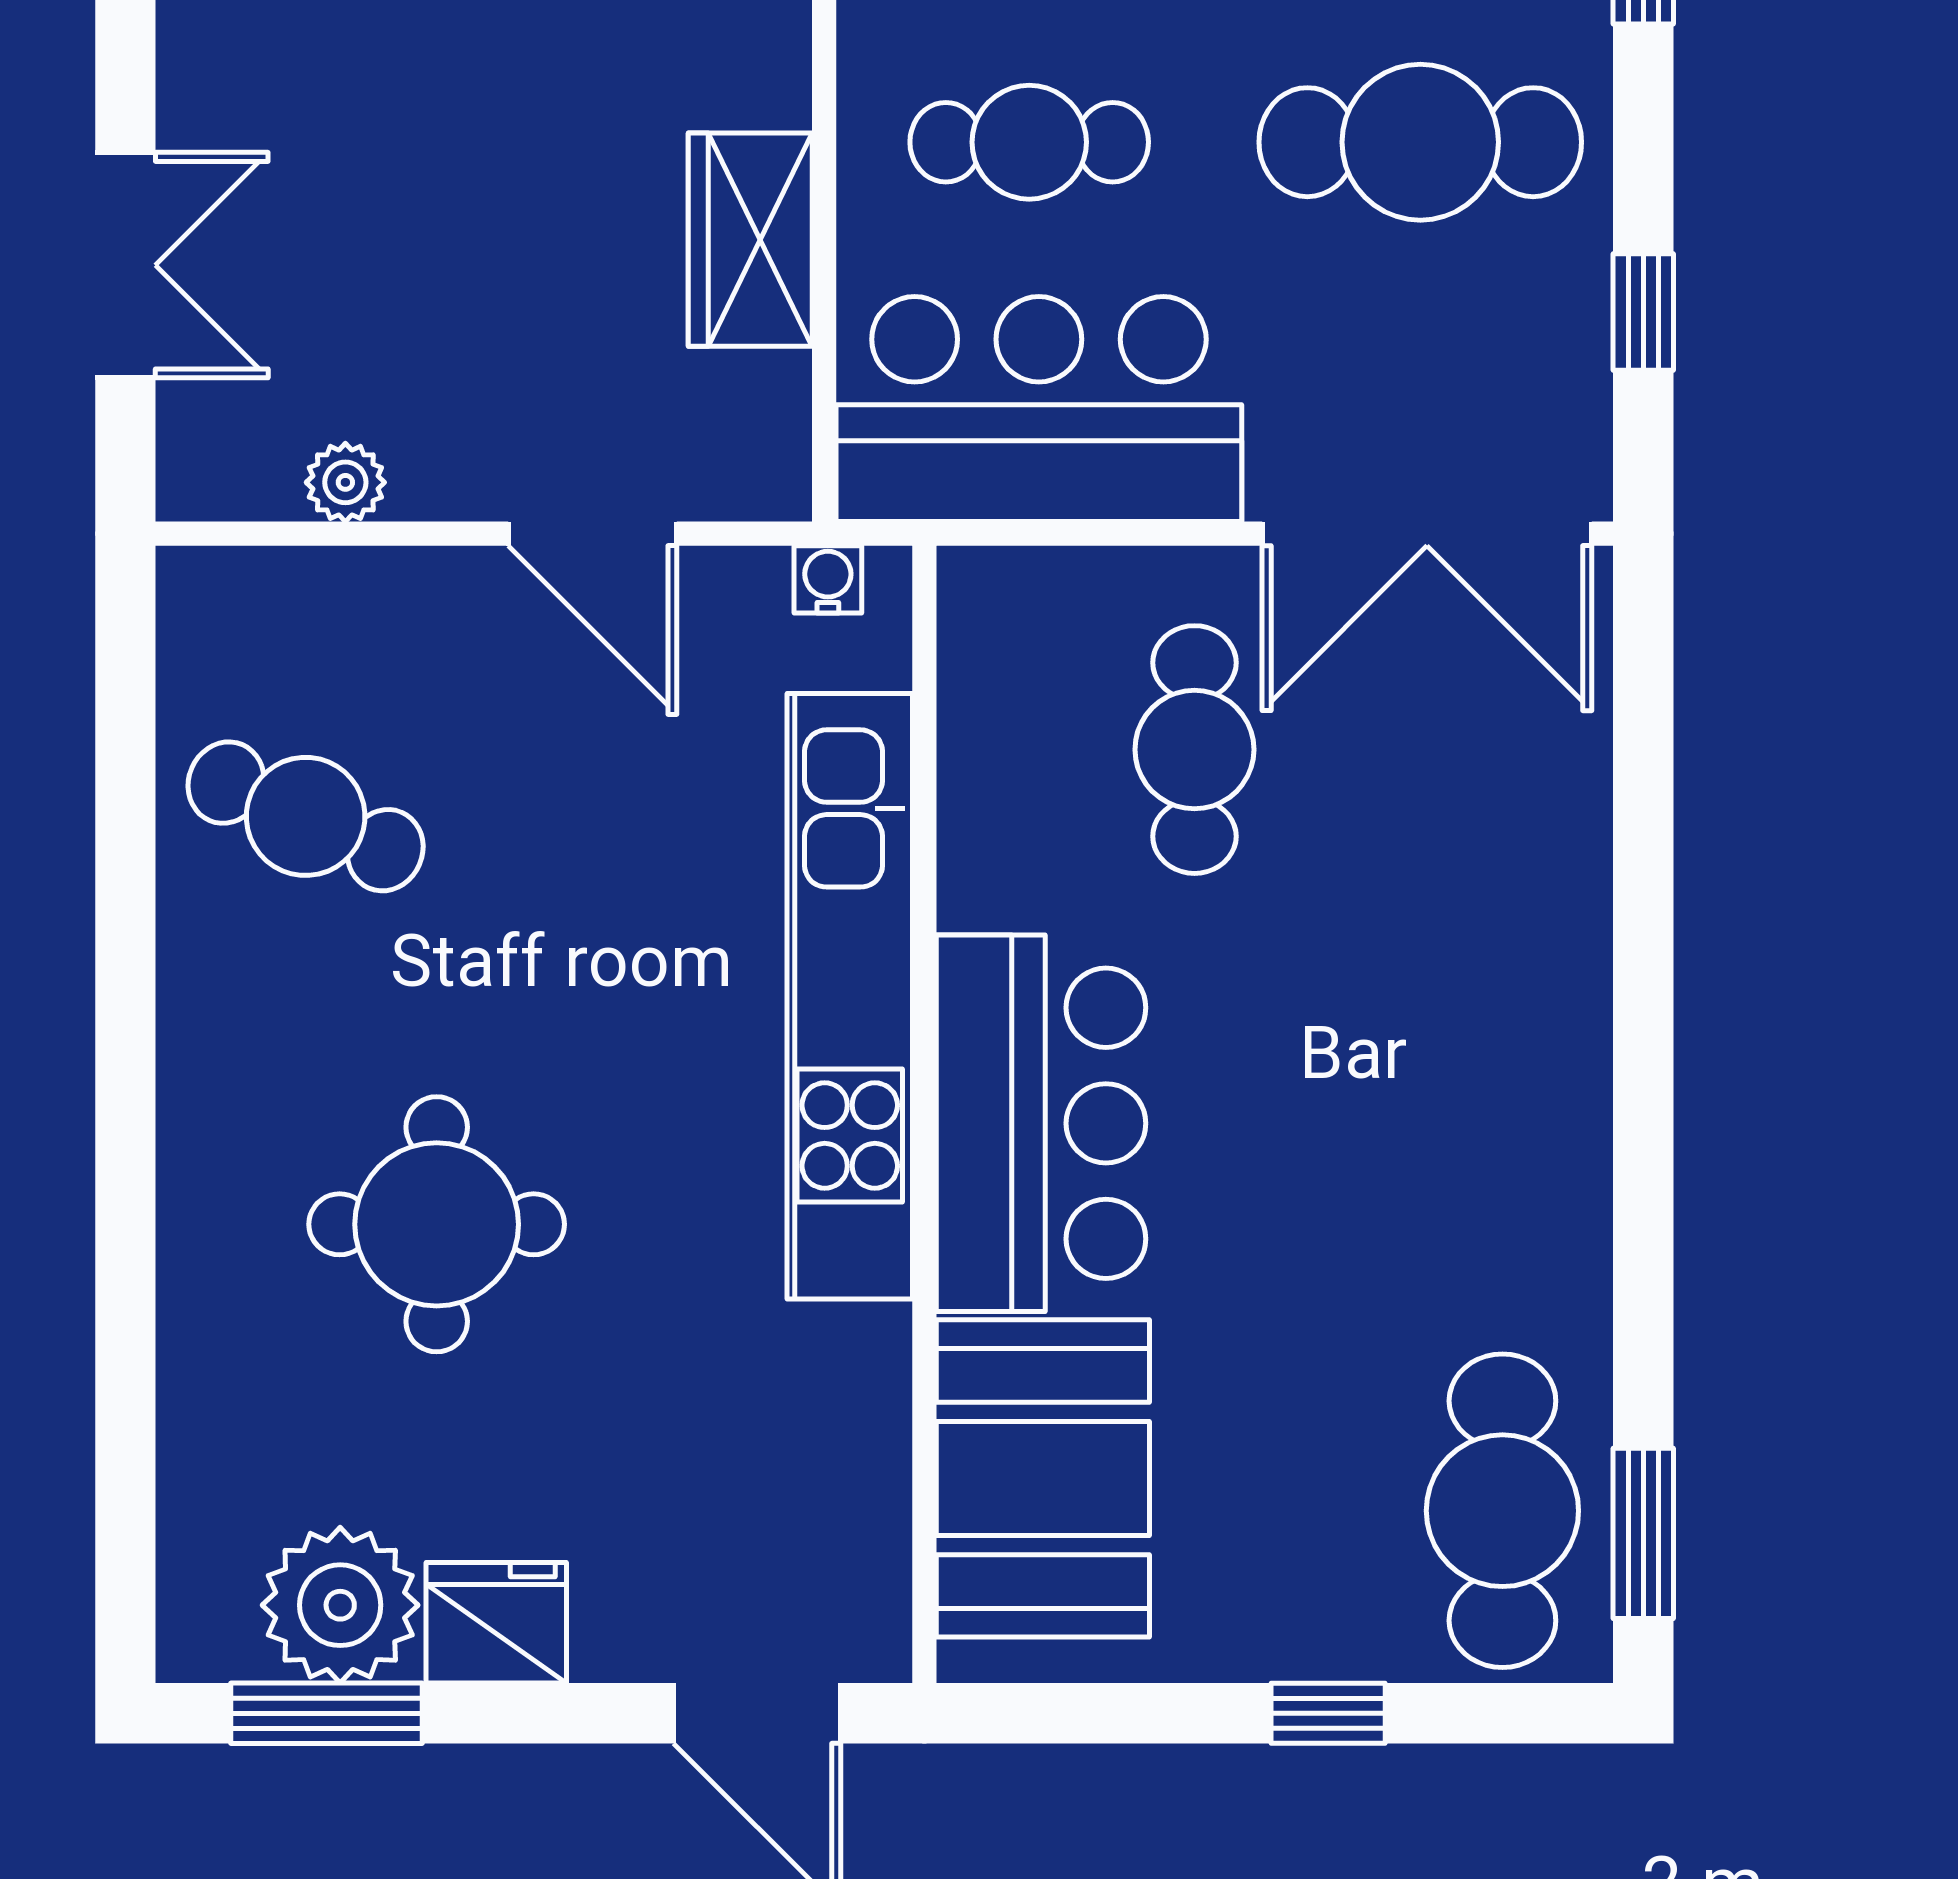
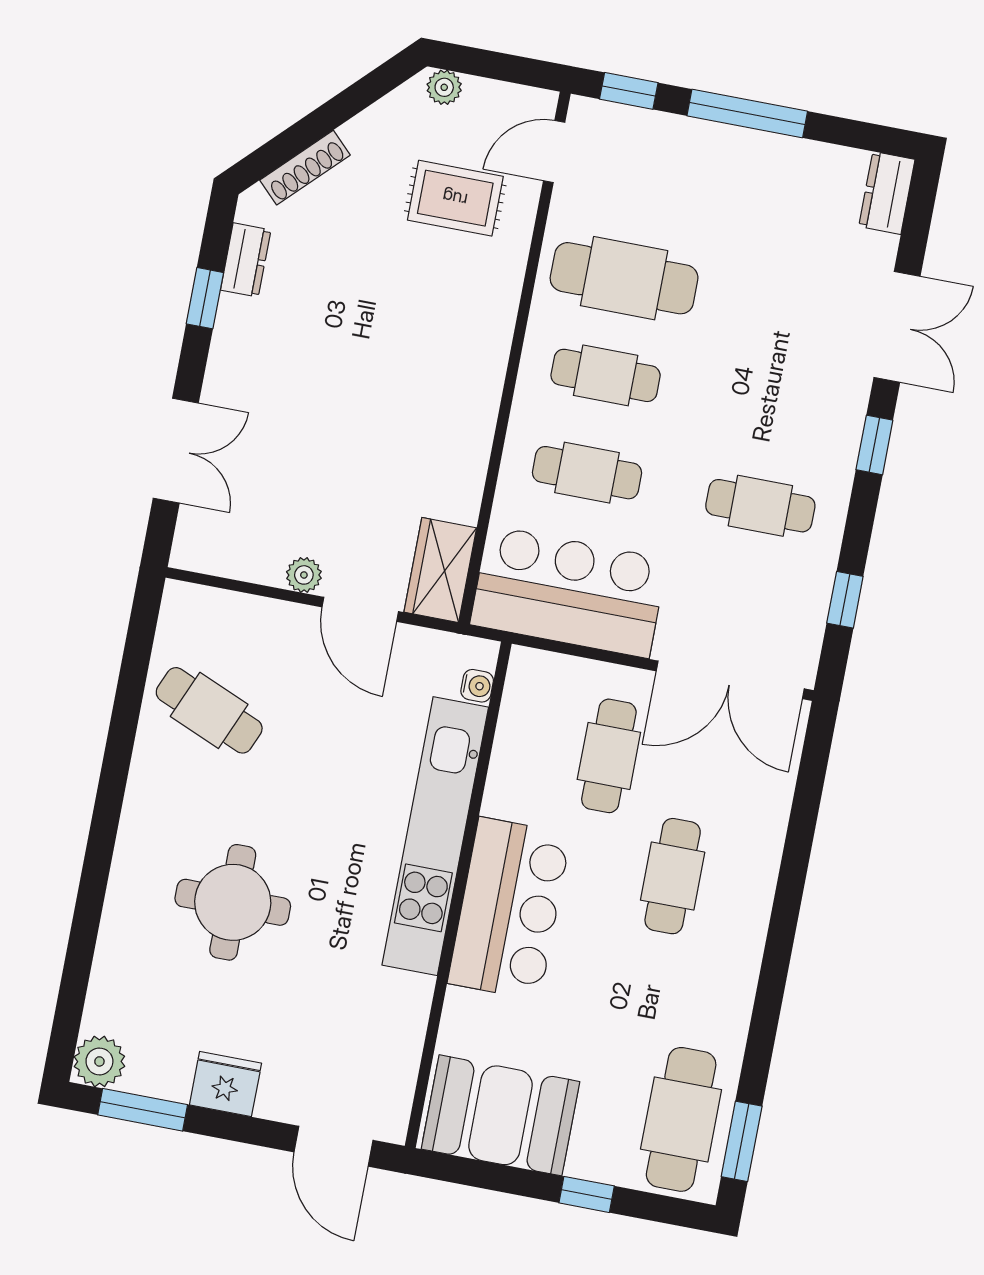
cafe table: (1420, 142) -> (760, 506), width x0.73, depth x0.74
wardrobe: (750, 240) -> (440, 570), moved
plant: (345, 482) -> (304, 575), moved
water cooler: (828, 579) -> (477, 686), moved, turned 90
cafe table: (1383, 985) -> (673, 876), added
booth: (1043, 1478) -> (500, 1115), moved, turned 90
plant: (340, 1605) -> (99, 1061), moved, width x0.73, depth x0.73

